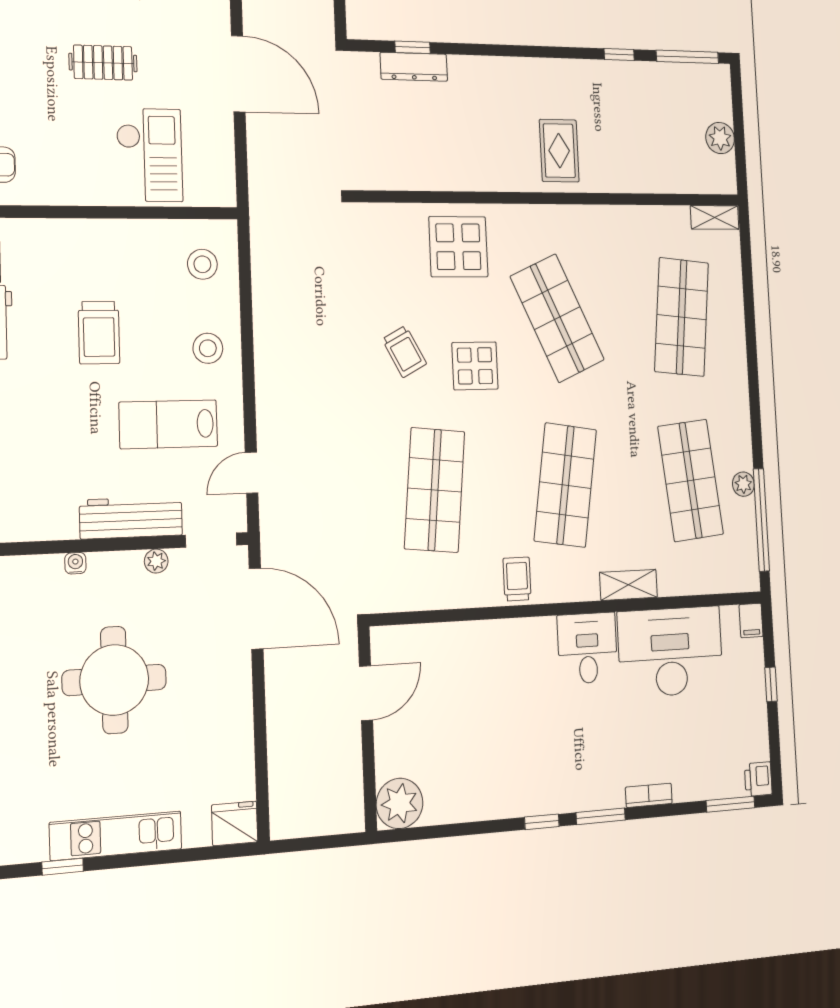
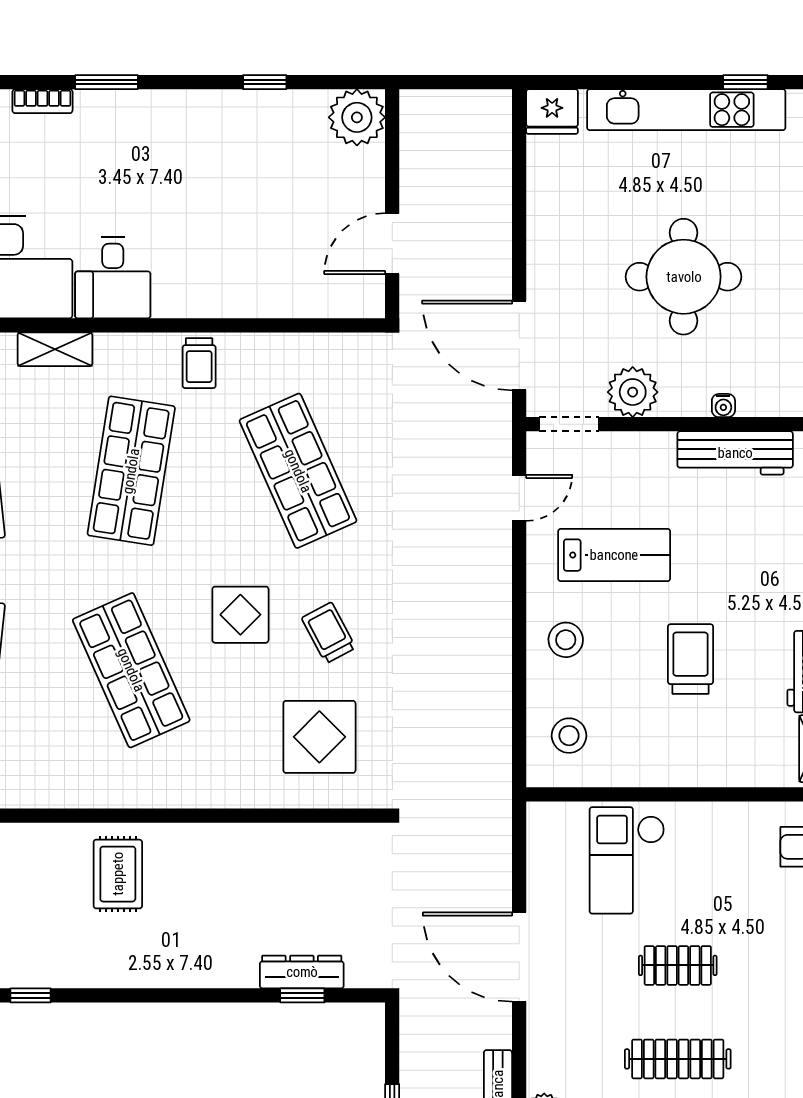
display table: (458, 247) -> (319, 737), moved
shop shelf: (435, 490) -> (298, 471), turned -30
workbench: (131, 518) -> (735, 453), moved
plant: (156, 561) -> (633, 392), width x1.88, depth x1.88
window: (542, 822) -> (265, 82), moved
kitchen unit: (116, 836) -> (686, 110), width x1.36

